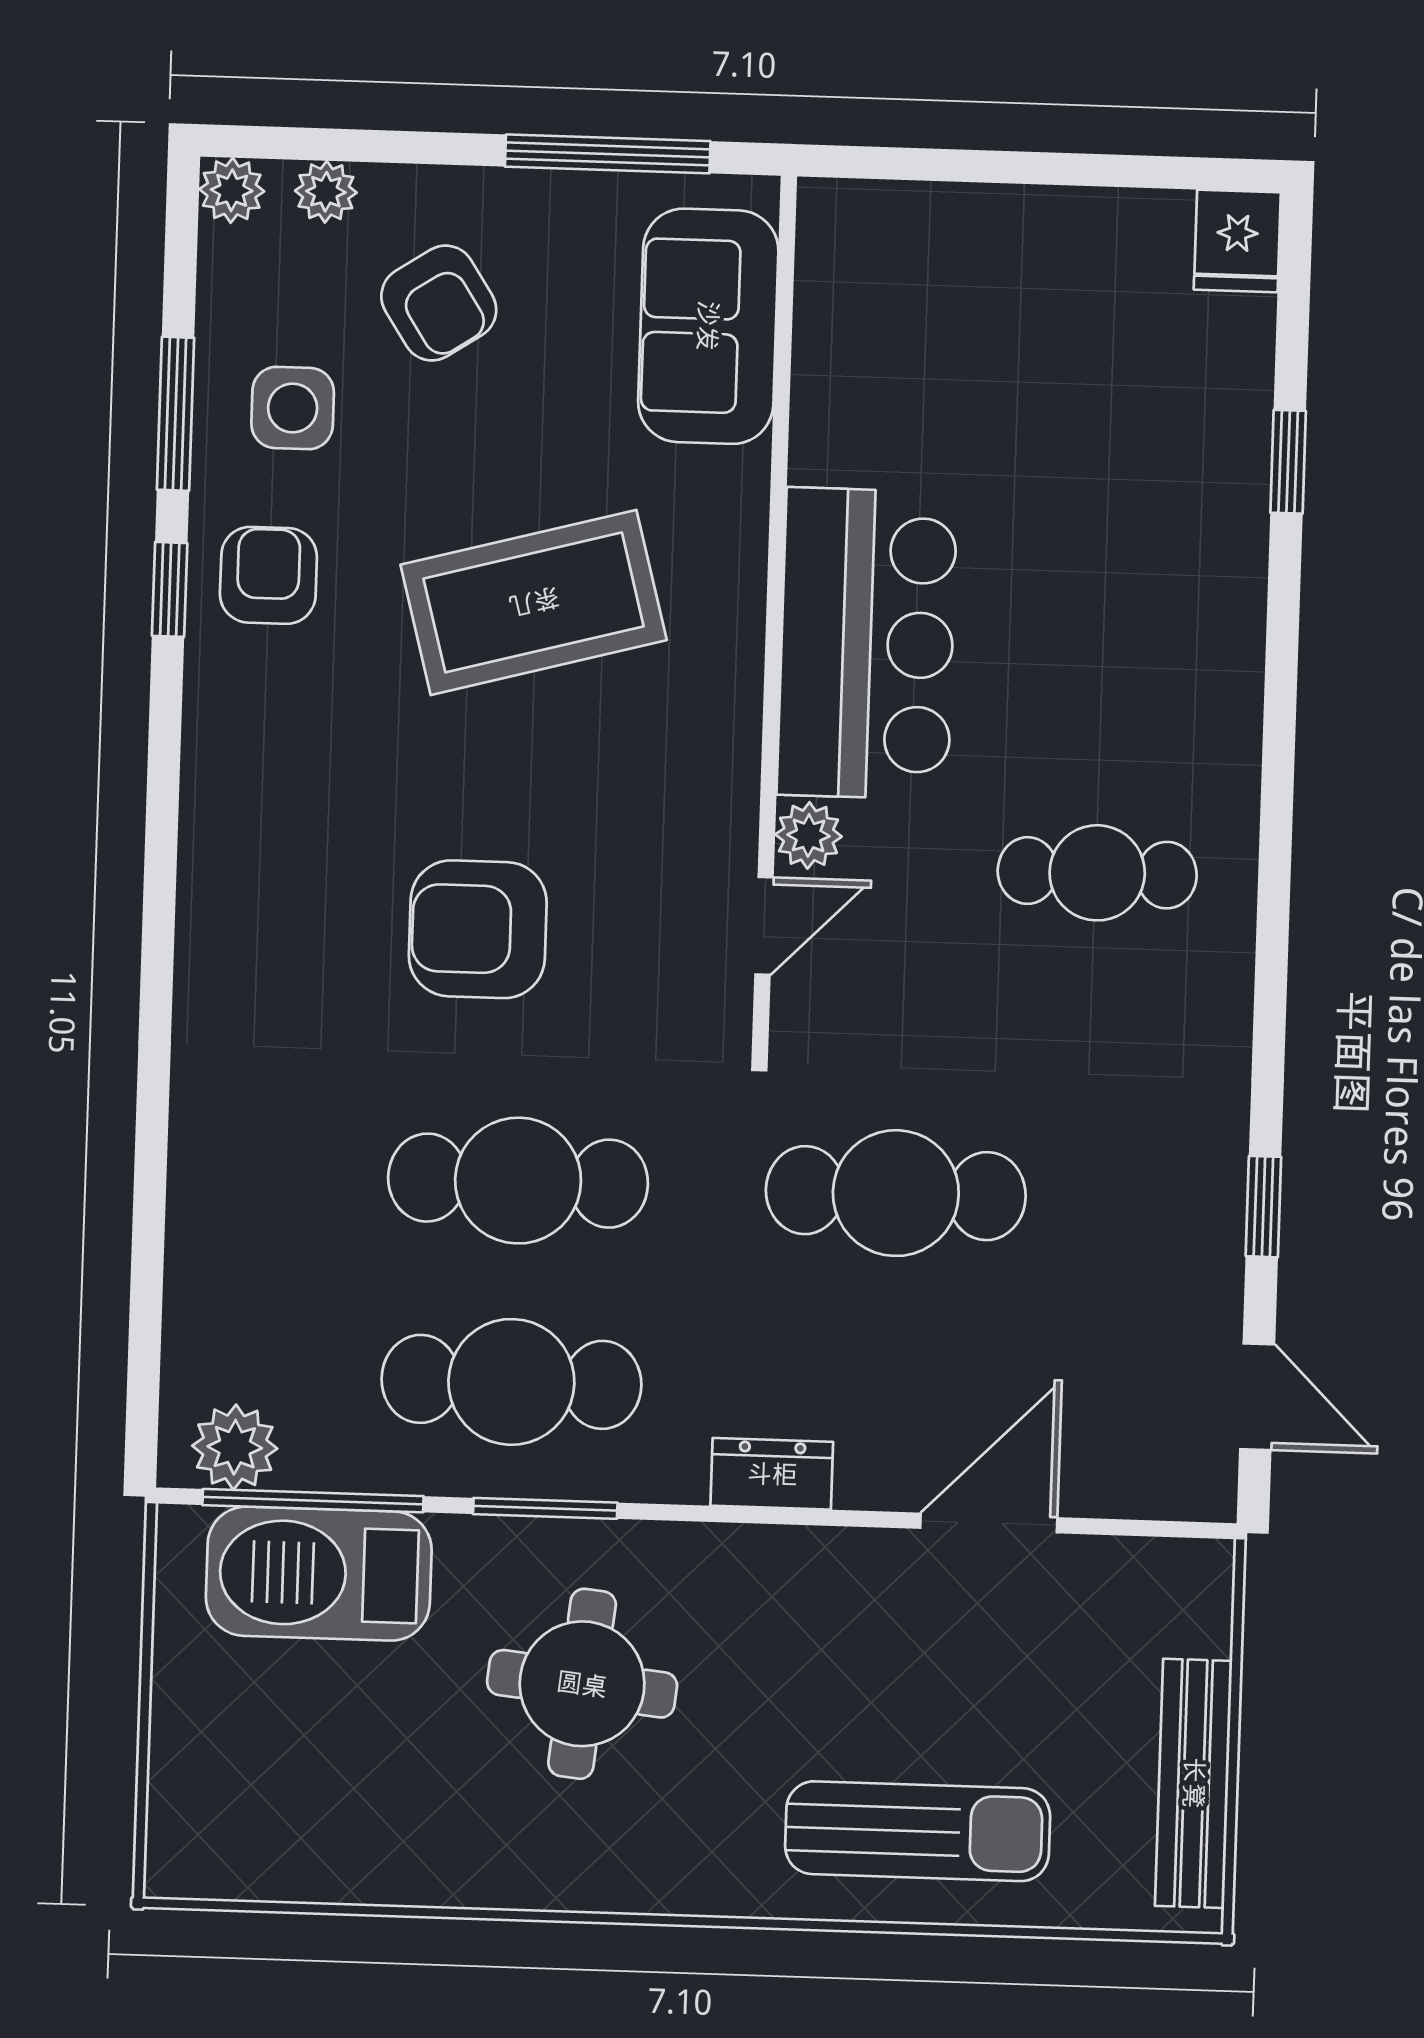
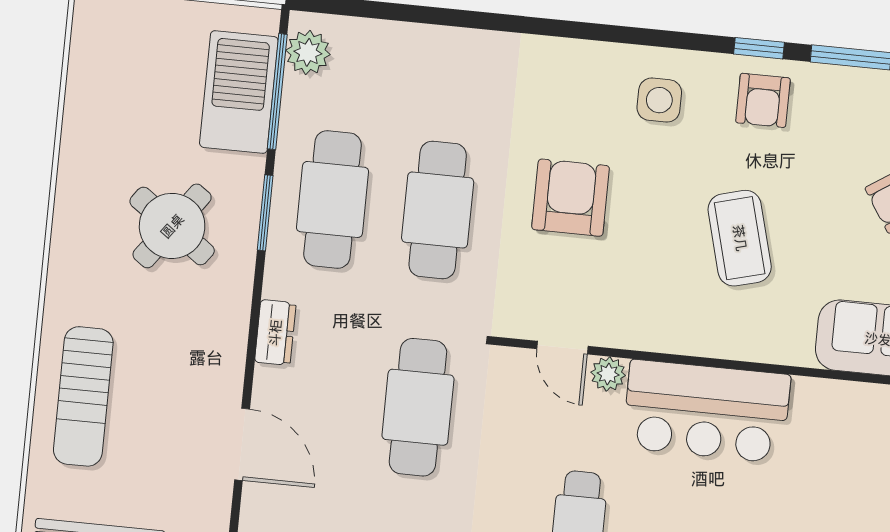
side table: (293, 408) -> (659, 100), moved
armchair: (268, 575) -> (763, 100), turned 90
coffee table: (534, 602) -> (740, 238), width x0.73, depth x0.76
round table: (582, 1684) -> (172, 226), turned 30

